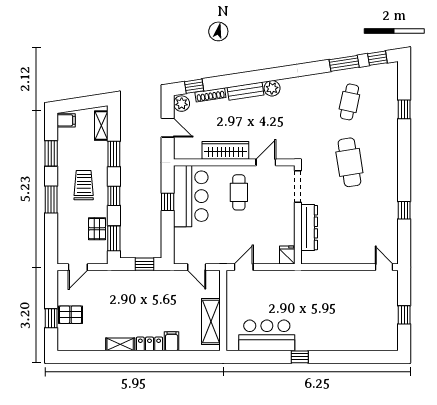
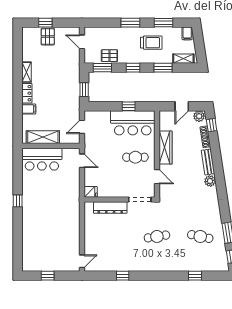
cafe table: (349, 162) -> (157, 236), width x0.73, depth x0.74
trolley: (84, 185) -> (151, 43), moved
bar counter: (267, 335) -> (42, 159), moved, turned 90

